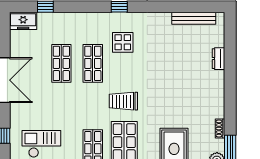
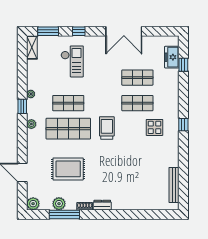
freezer: (23, 21) -> (172, 57), moved
dresser: (219, 59) -> (102, 205), moved

